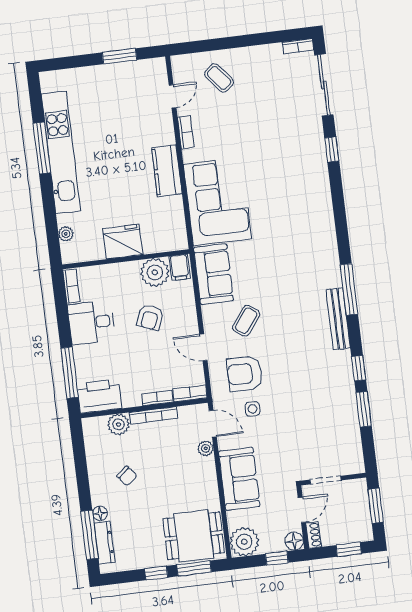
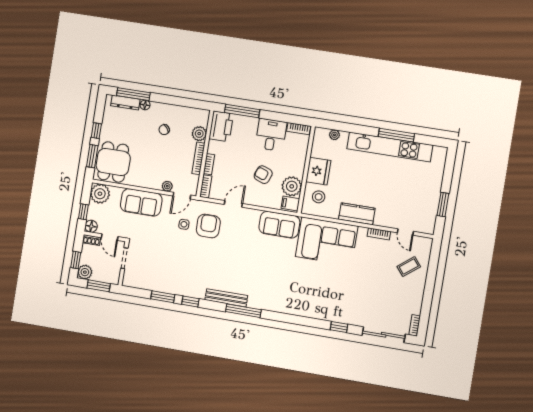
stool: (159, 231) -> (319, 197), added
coffee table: (246, 321) -> (243, 237), removed
plant: (362, 531) -> (85, 272), added

